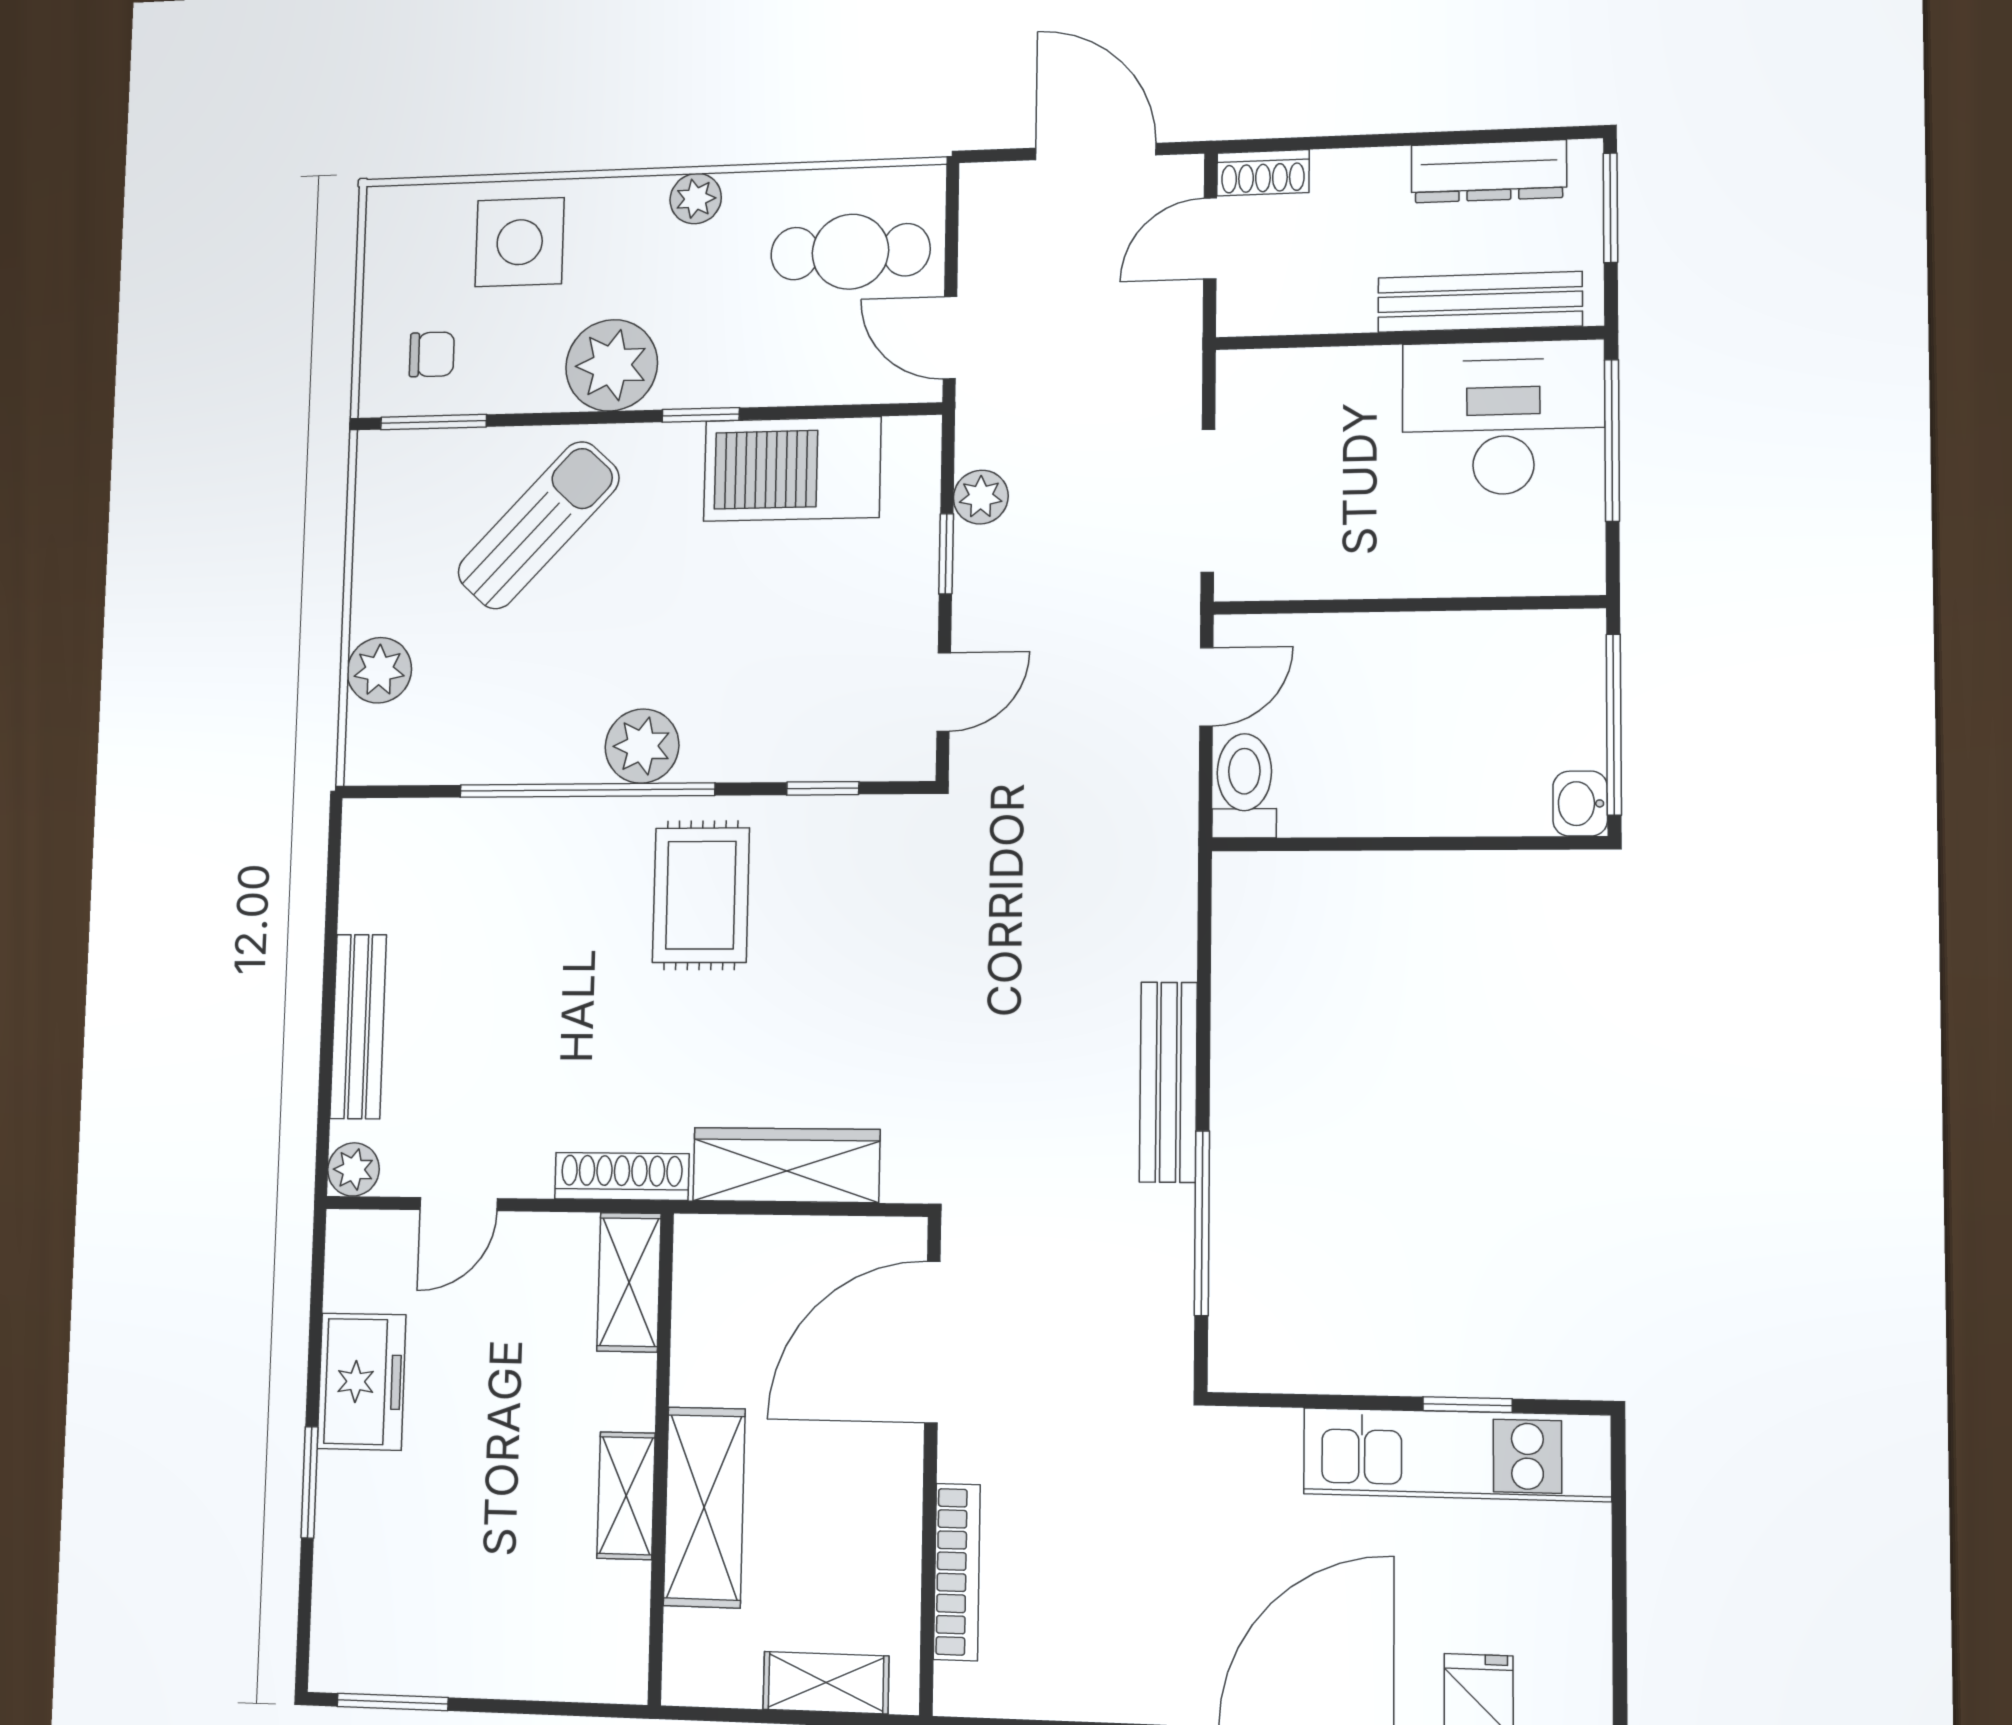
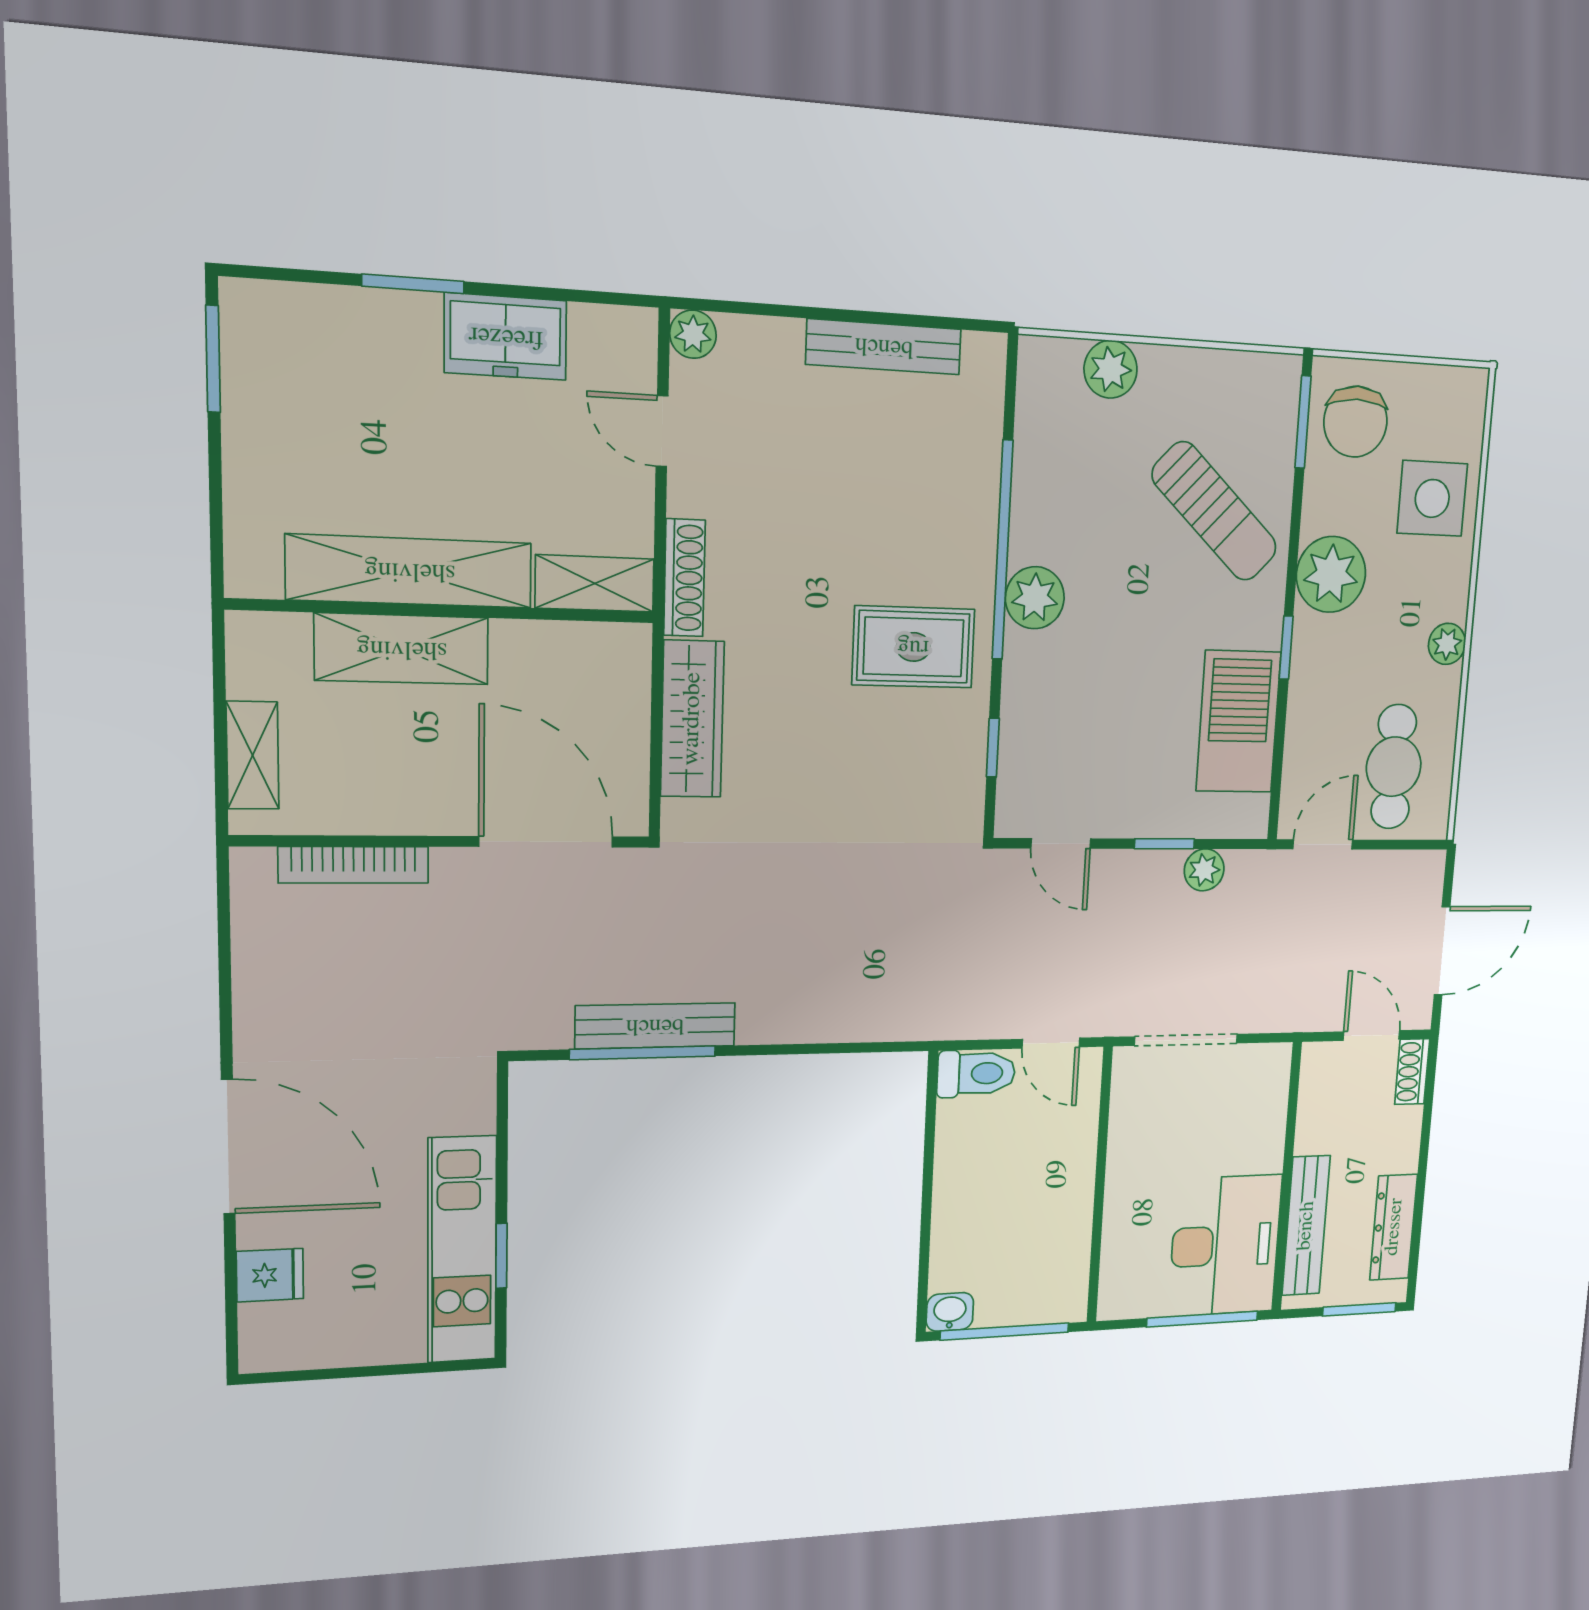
chair: (432, 354) -> (1355, 422), width x1.87, depth x1.87
bench: (358, 1027) -> (884, 347), moved
bench: (1168, 1082) -> (655, 1026), moved
shelving: (626, 1496) -> (410, 571), width x2.20, depth x1.33

